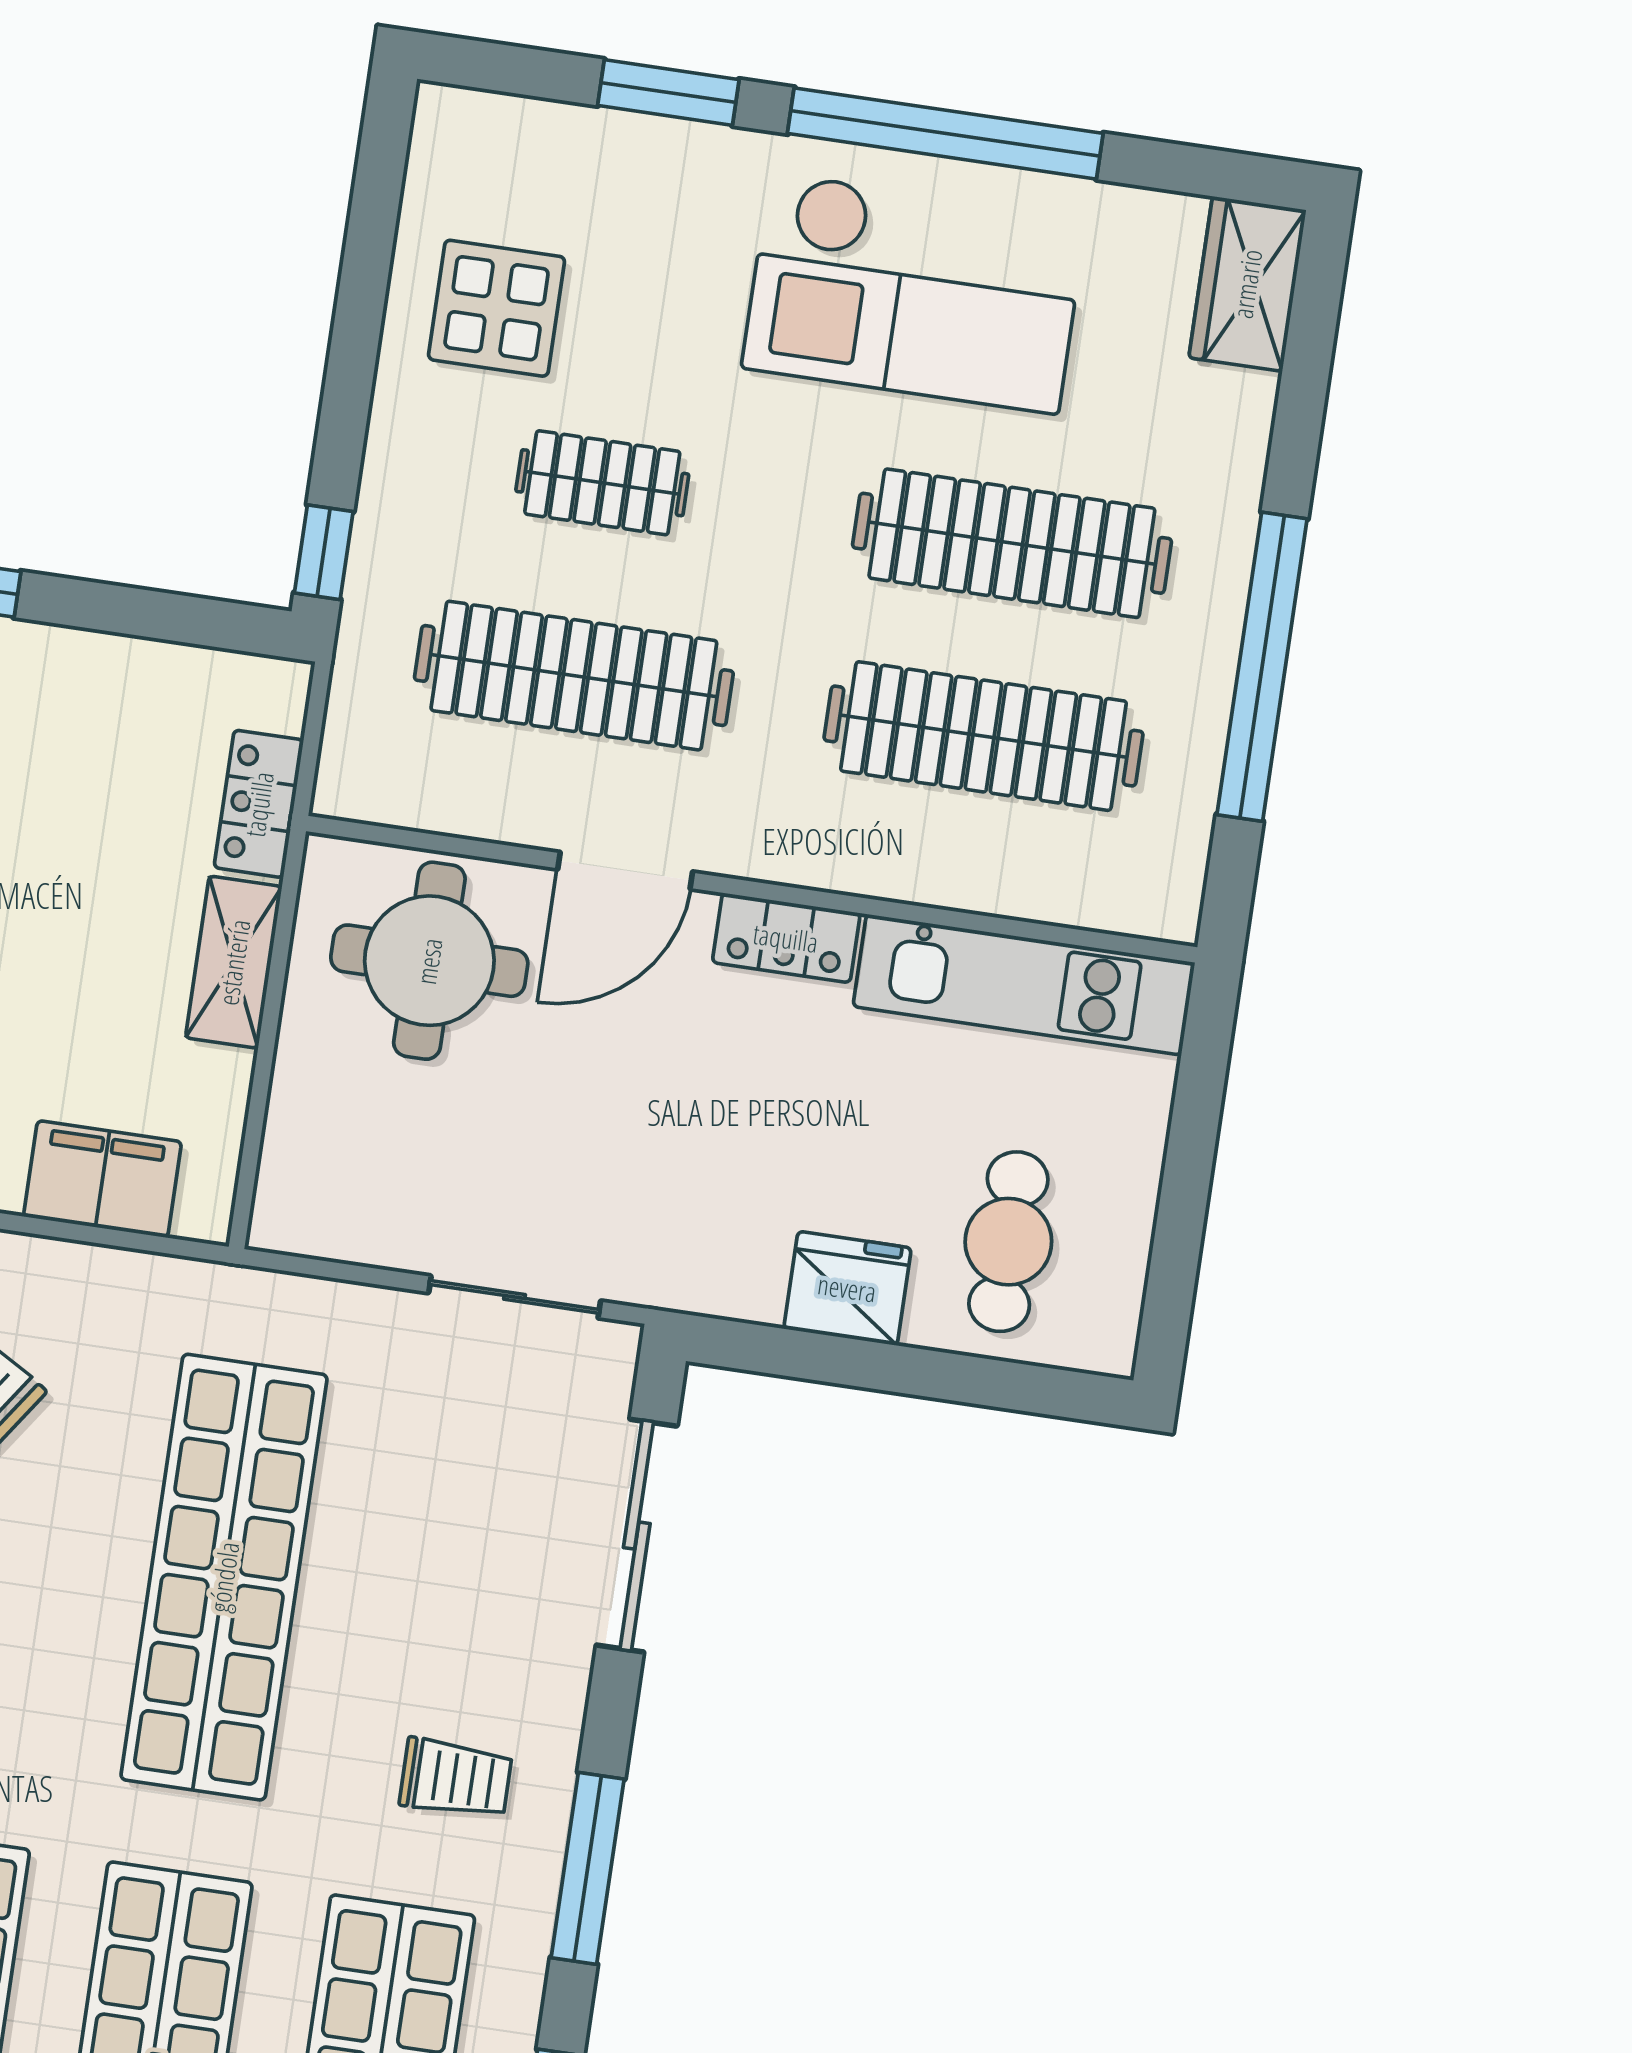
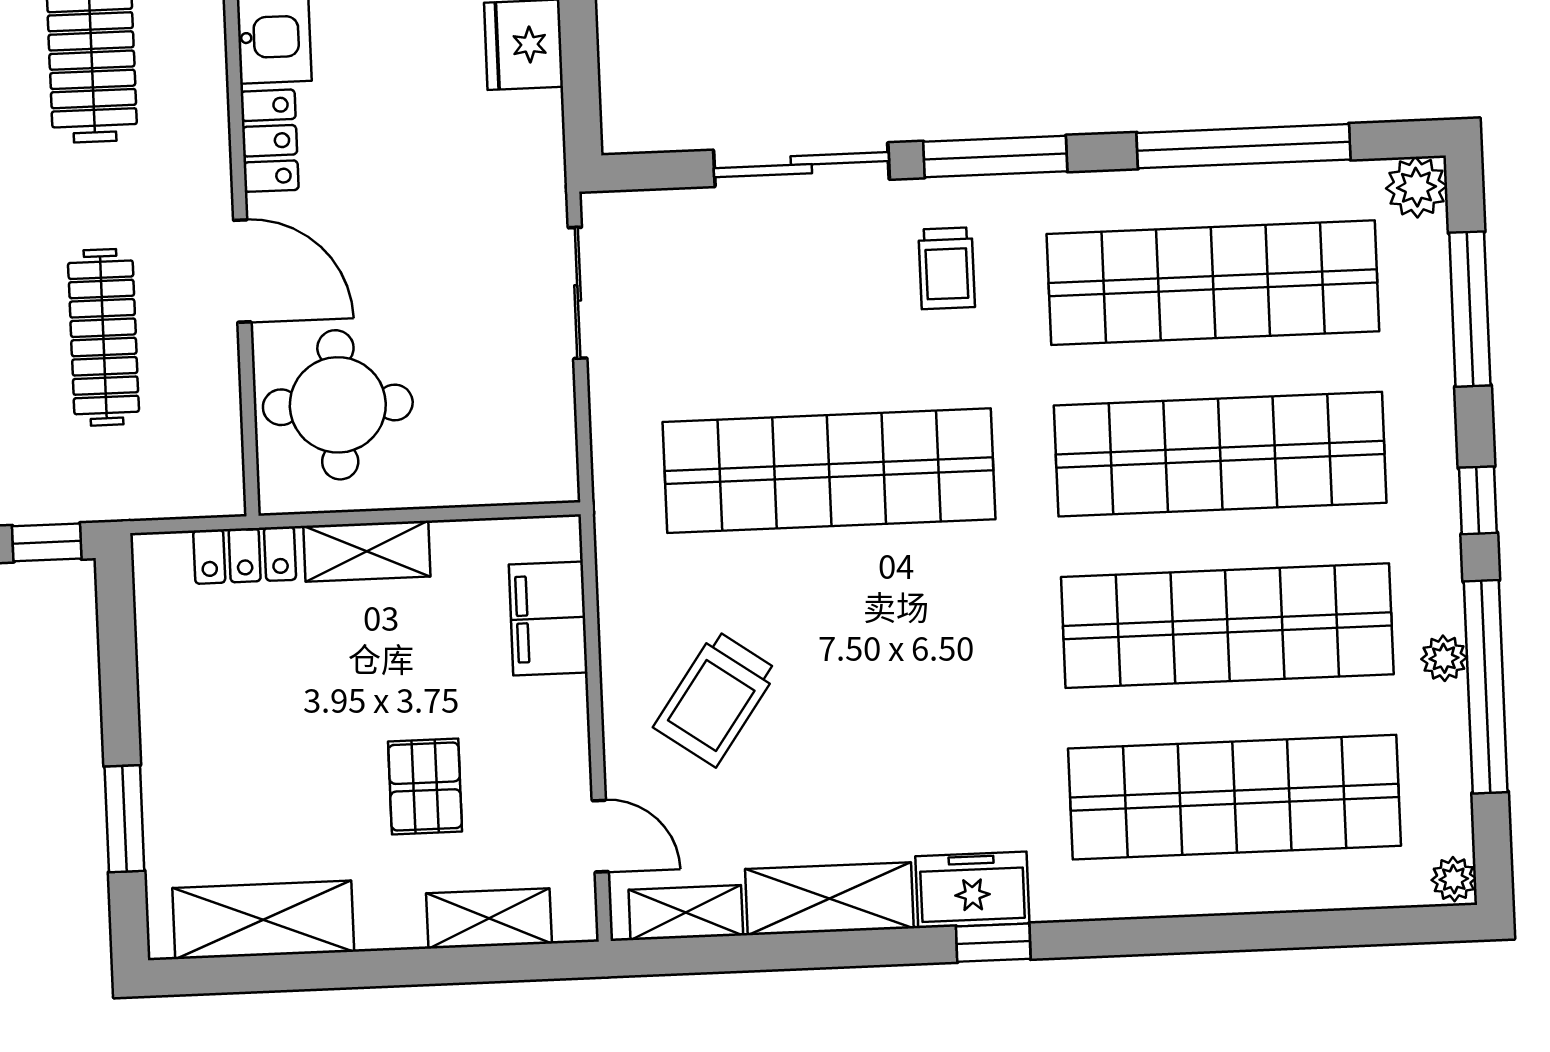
clothes rail: (574, 676) -> (104, 337), width x0.73, depth x0.76
sliding door: (637, 1536) -> (801, 165), moved
trolley: (456, 1778) -> (947, 268), turned 180

